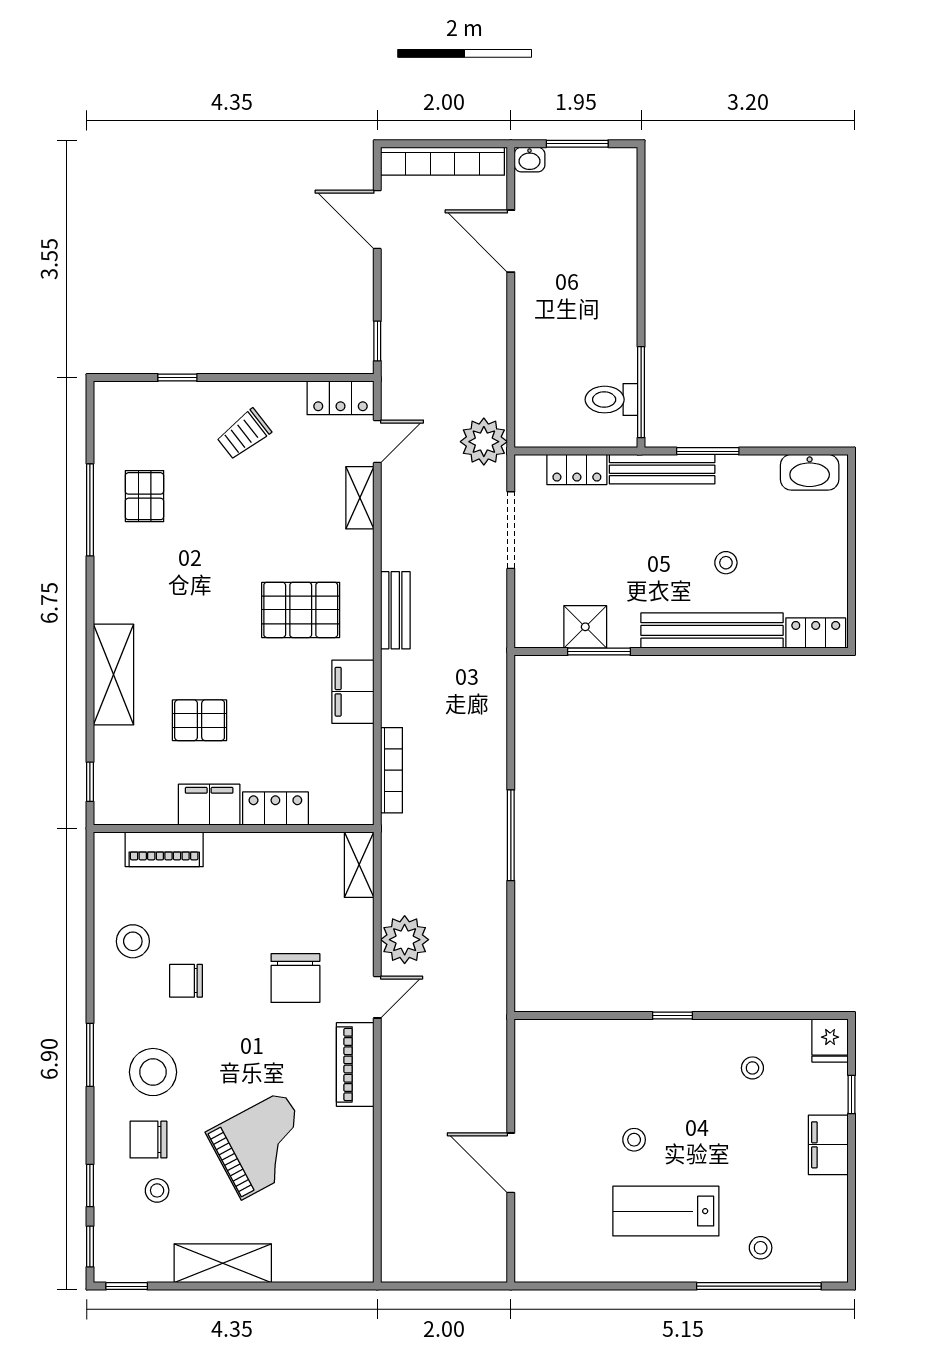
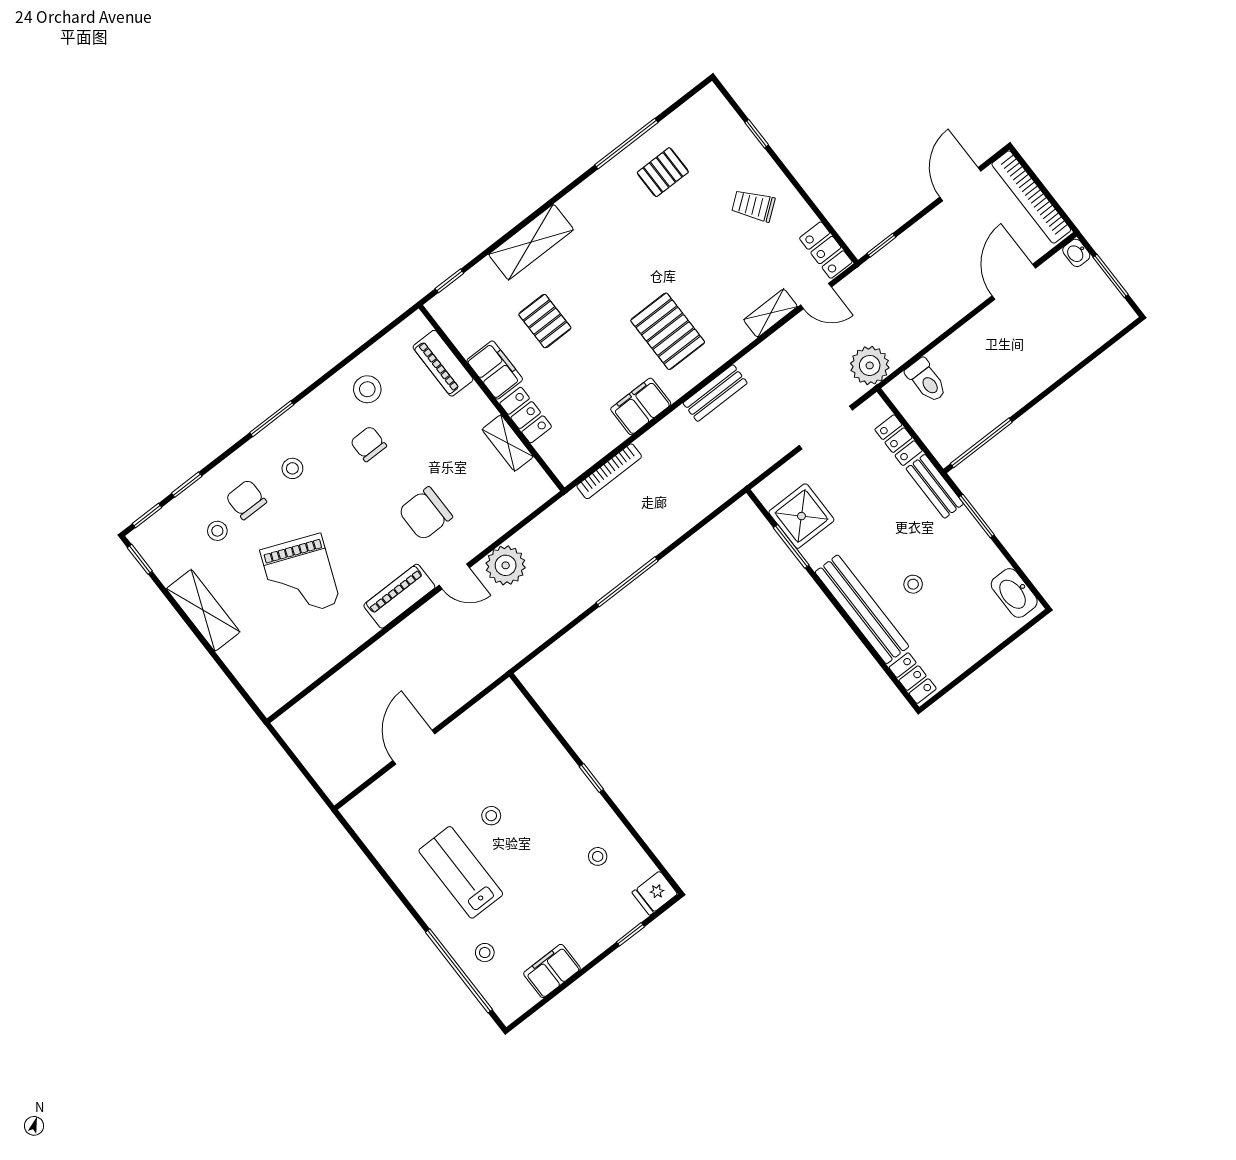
toilet: (611, 400) -> (926, 380), moved, turned 180
bench: (662, 469) -> (935, 486), width x0.73
shower: (585, 627) -> (801, 516), width x1.36, depth x1.36
shelving: (359, 865) -> (508, 443), moved, turned 90
stool: (153, 1072) -> (292, 468), width x0.53, depth x0.53
grand piano: (263, 1145) -> (300, 577), turned 50
filing cabinet: (828, 1145) -> (552, 971), moved

